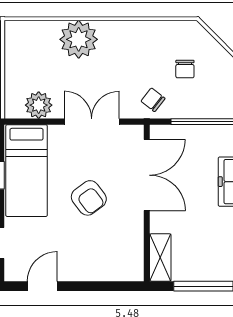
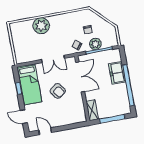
plant: (39, 105) -> (95, 44), moved
double door: (92, 122) -> (53, 59), swing flipped
door: (42, 286) -> (45, 131), hinge flipped

